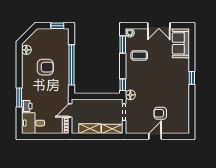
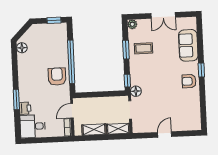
sofa: (181, 43) -> (188, 45), moved
window: (123, 45) -> (126, 50), moved
armchair: (45, 67) -> (57, 77), moved, turned -90
armchair: (160, 113) -> (189, 81), moved

